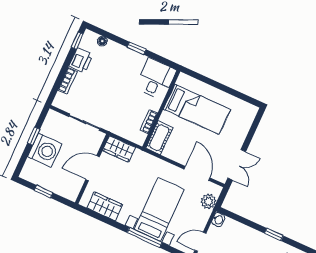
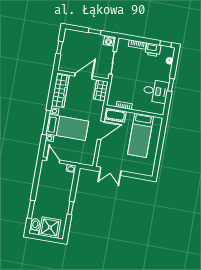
desk: (156, 79) -> (156, 91), moved
washing machine: (45, 150) -> (109, 41), moved, width x0.53, depth x0.53
door: (93, 168) -> (84, 76), hinge flipped
door: (197, 173) -> (101, 130), moved
plant: (208, 201) -> (81, 159), removed
wardrobe: (105, 206) -> (60, 91), width x1.50

